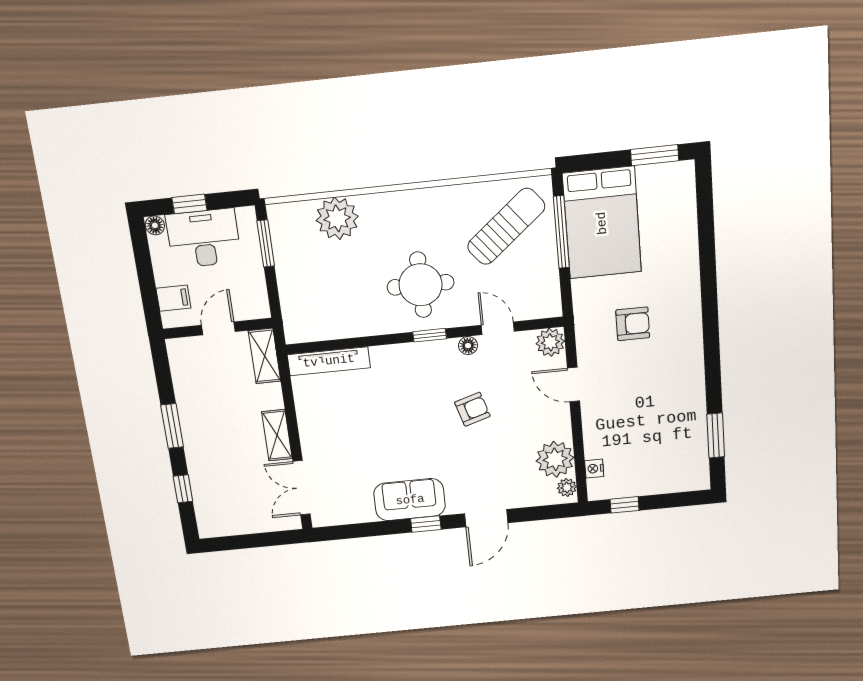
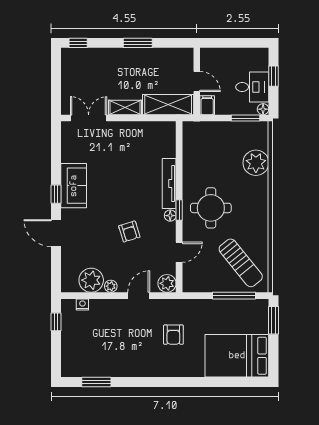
window: (655, 155) -> (274, 320), moved
bed: (602, 223) -> (237, 356), moved
floor lamp: (155, 225) -> (263, 109), moved
desk: (204, 238) -> (252, 87), width x0.73
filing cabinet: (173, 298) -> (207, 105), moved, turned 180
floor lamp: (468, 346) -> (170, 216), moved
shelving: (265, 356) -> (168, 105), width x1.50, depth x1.33
tv unit: (329, 361) -> (169, 183), moved
plant: (567, 487) -> (111, 286), moved
window: (183, 489) -> (78, 43), moved

